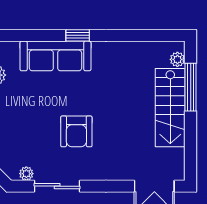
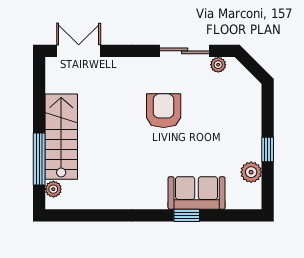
window: (78, 35) -> (187, 215), moved
sofa: (55, 56) -> (197, 193), width x0.73

